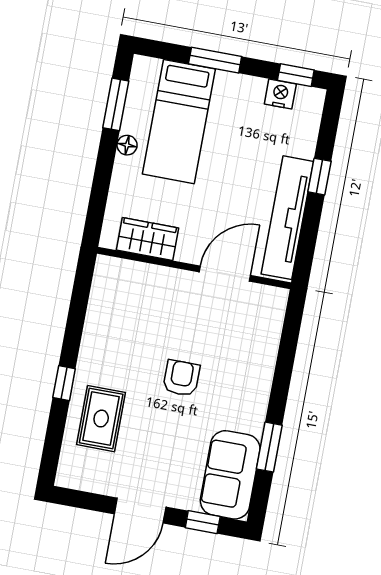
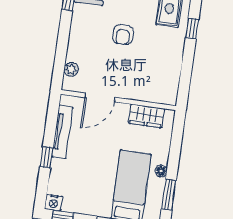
nightstand: (280, 94) -> (54, 203), moved
tv unit: (287, 218) -> (62, 132), width x0.73, depth x0.78
plant: (271, 323) -> (71, 69), added

